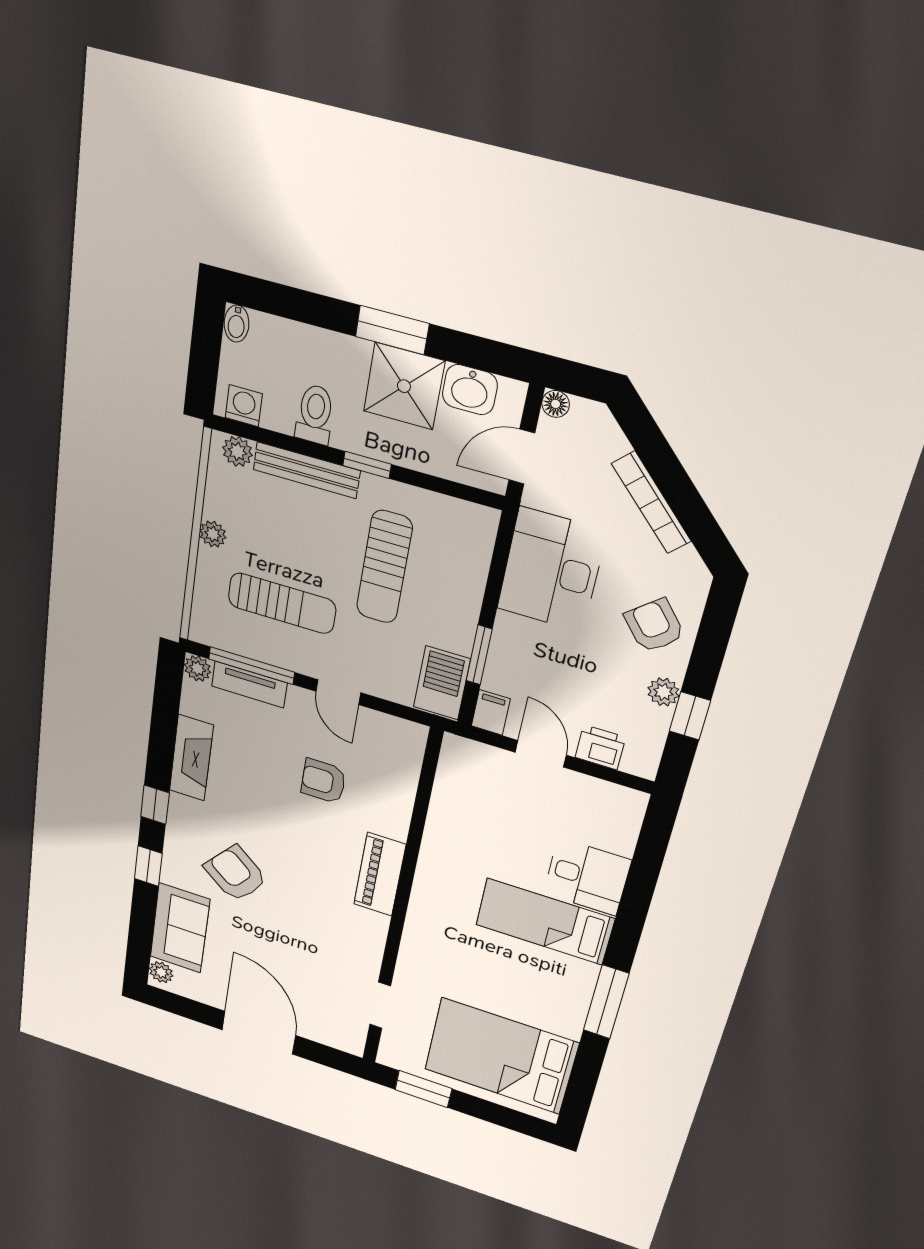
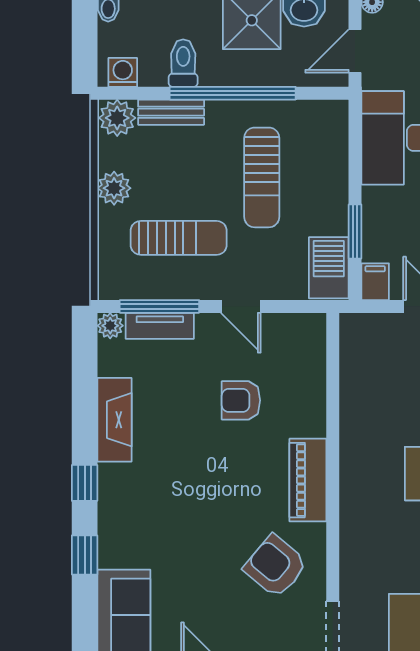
plant: (237, 451) -> (117, 118), width x1.38, depth x1.38
window: (367, 465) -> (233, 93), width x3.17
bench: (307, 470) -> (171, 112), width x0.73
plant: (213, 534) -> (114, 188), width x1.38, depth x1.38
armchair: (236, 874) -> (275, 566), moved

